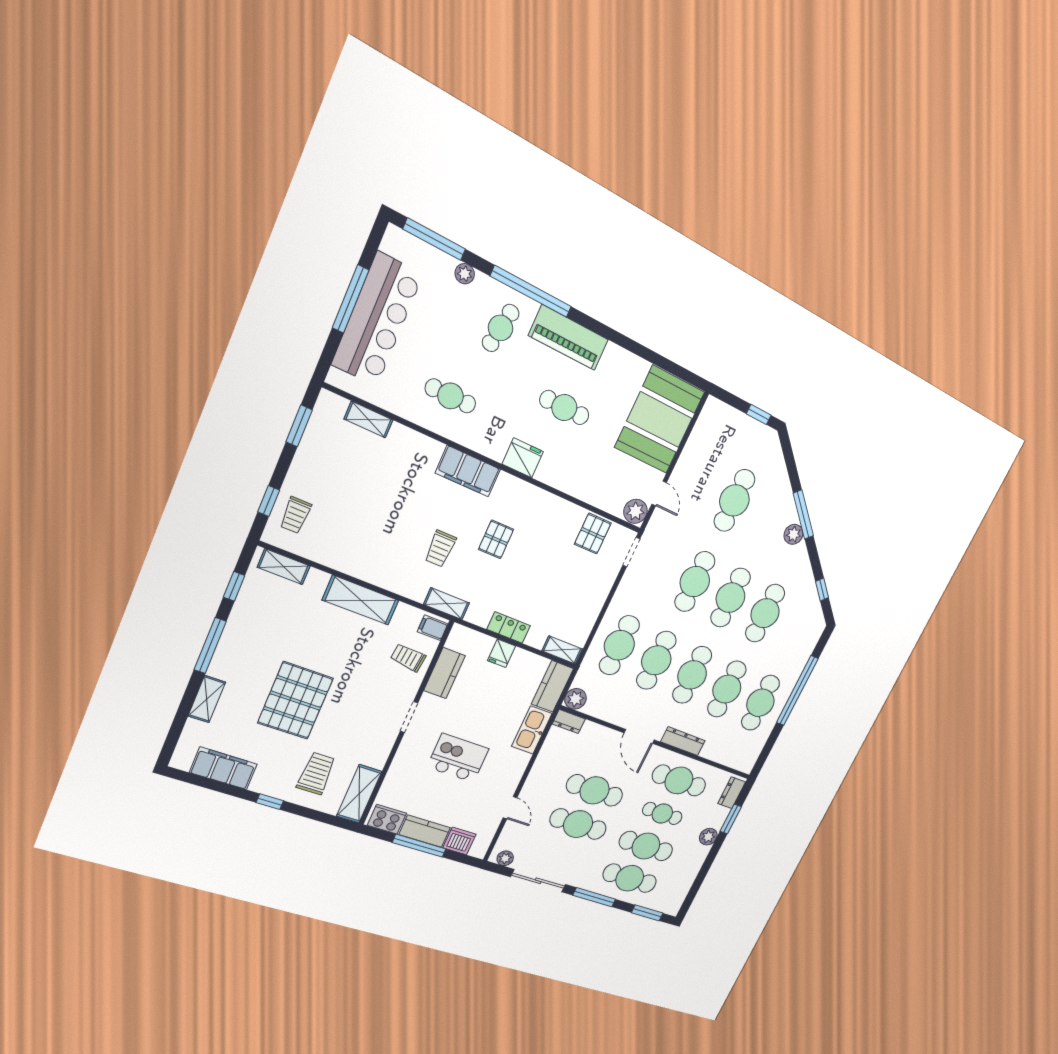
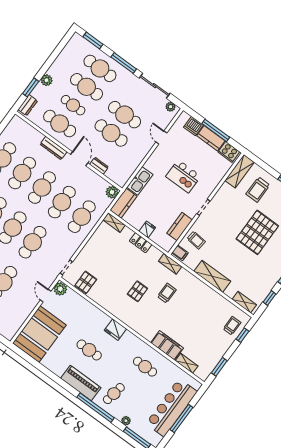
filing cabinet: (468, 471) -> (167, 345), moved
dresser: (569, 721) -> (99, 166), moved

